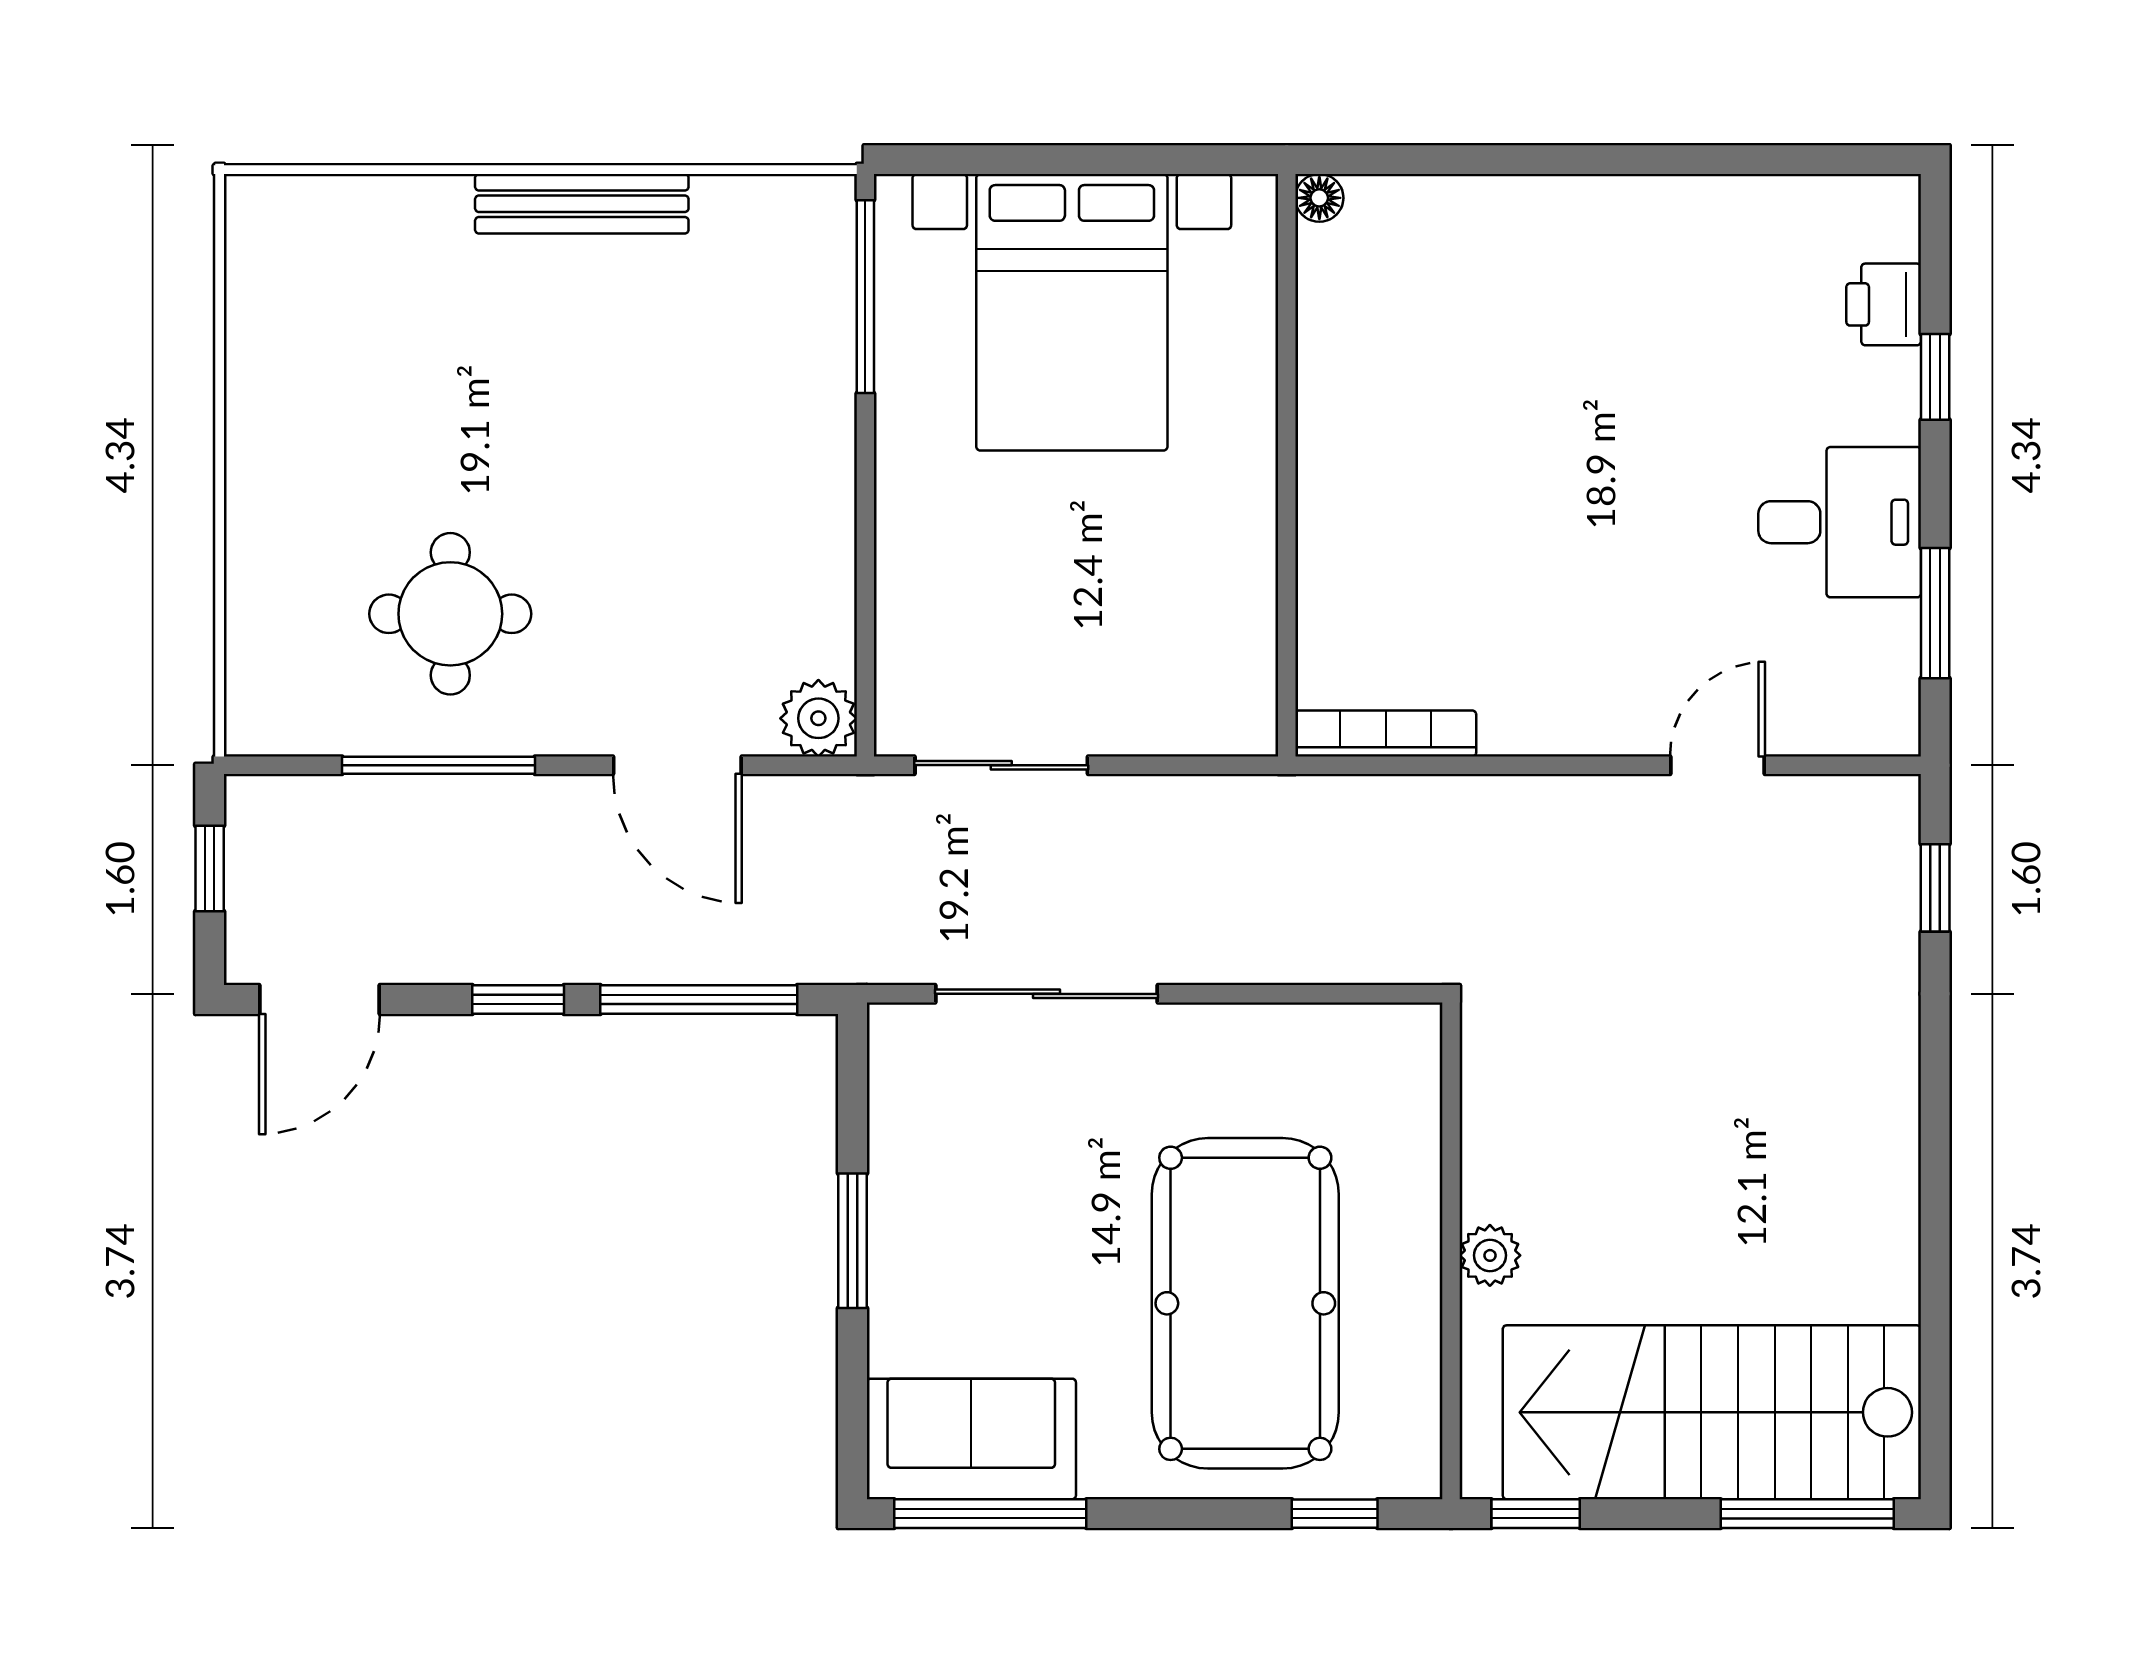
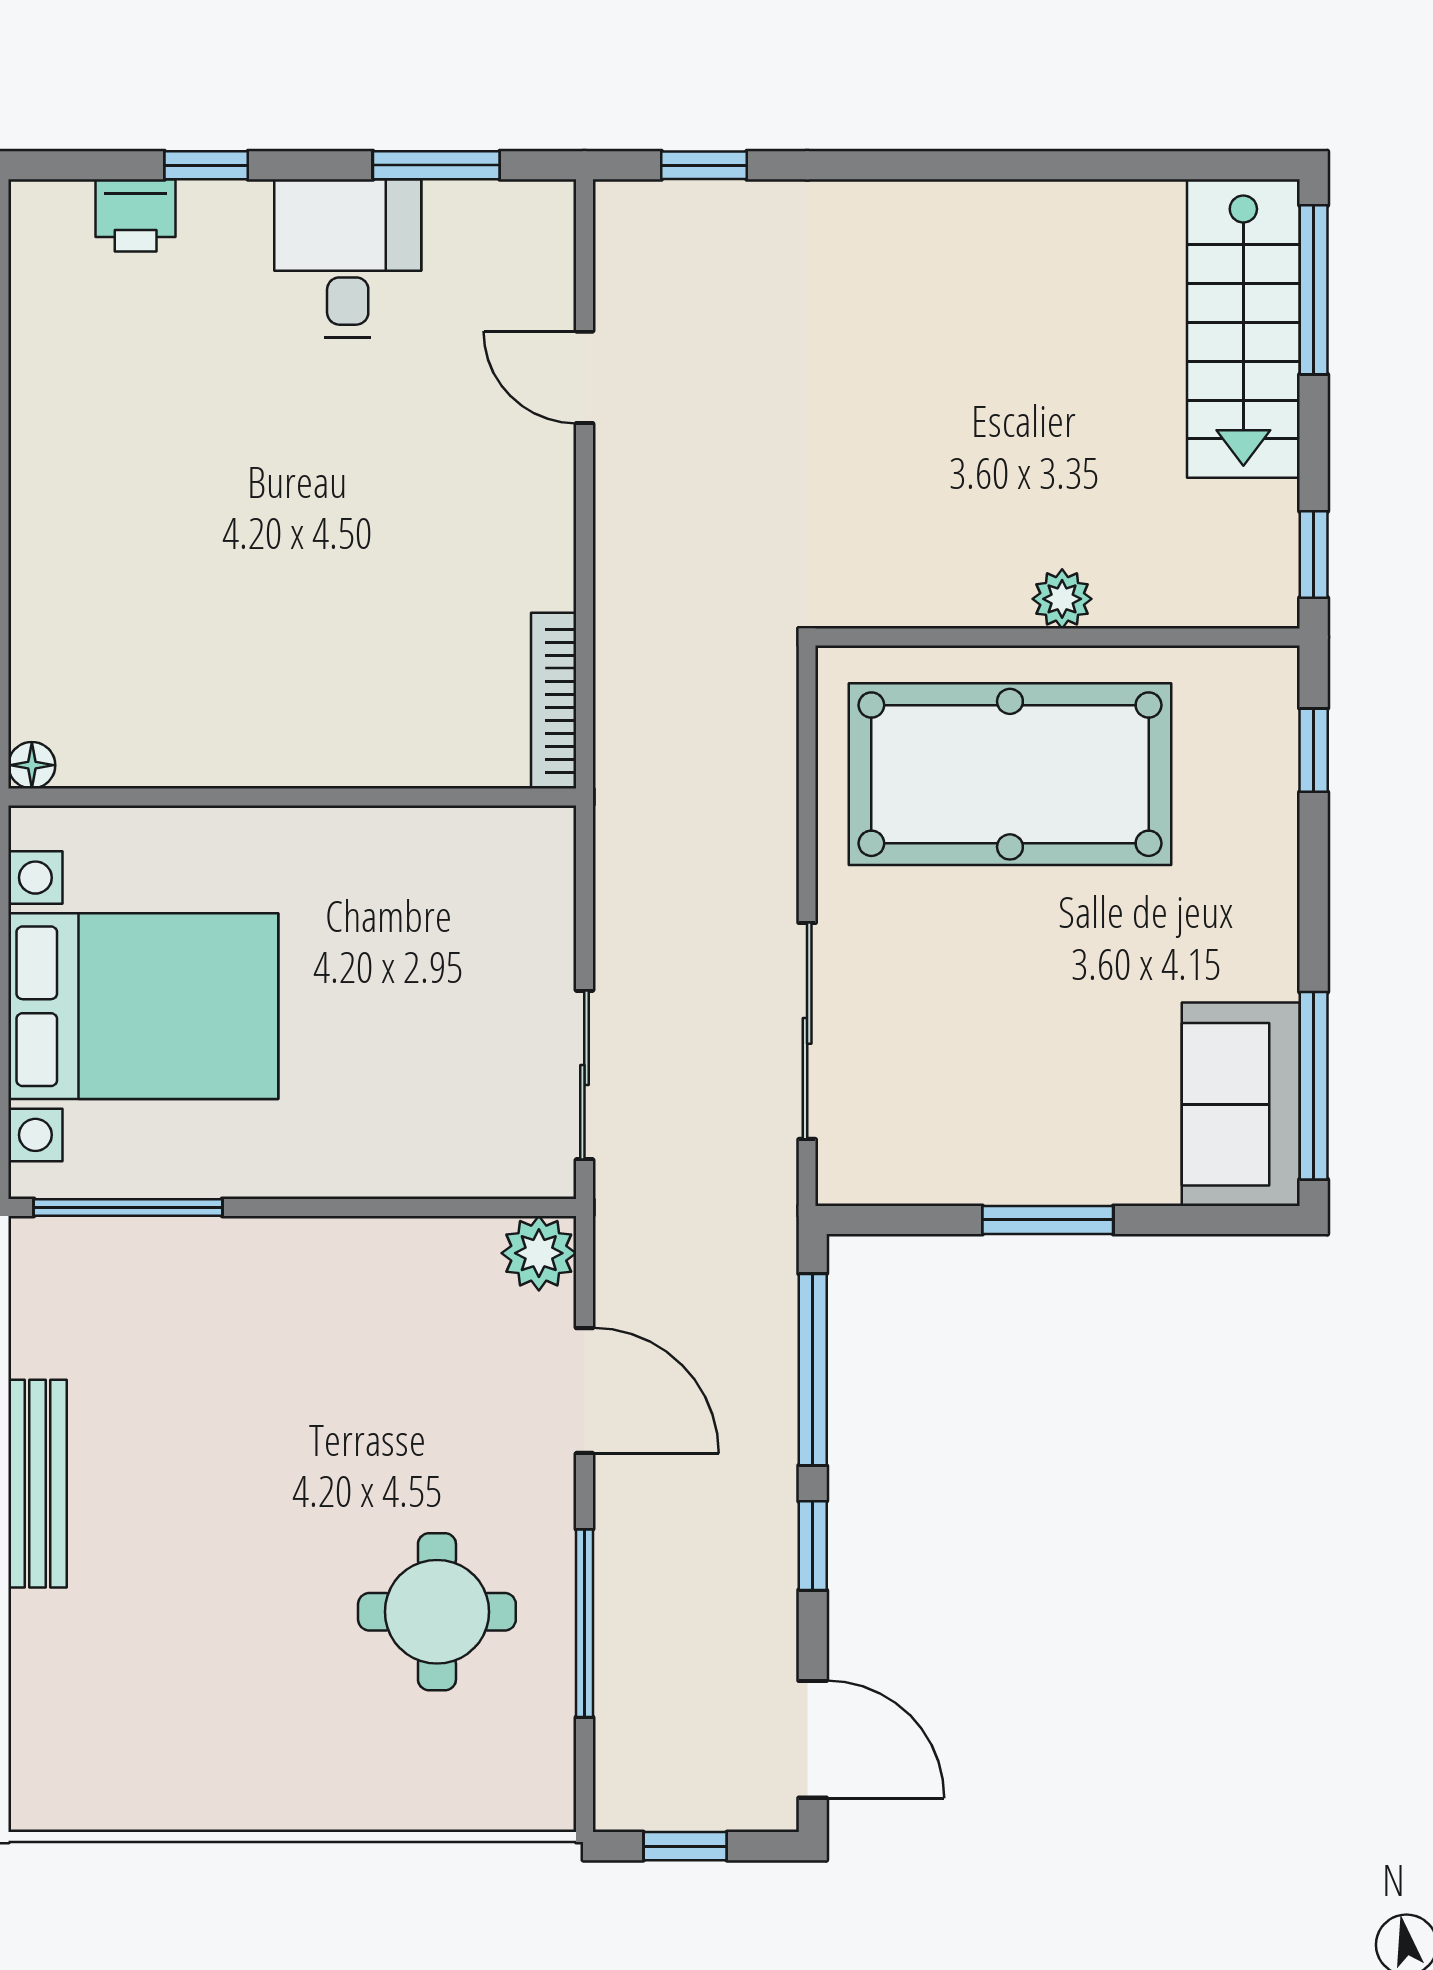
door: (677, 765) -> (584, 1391), hinge flipped
pool table: (1245, 1303) -> (1010, 774), moved
stairs: (1712, 1412) -> (1243, 328), width x0.73, depth x0.66

